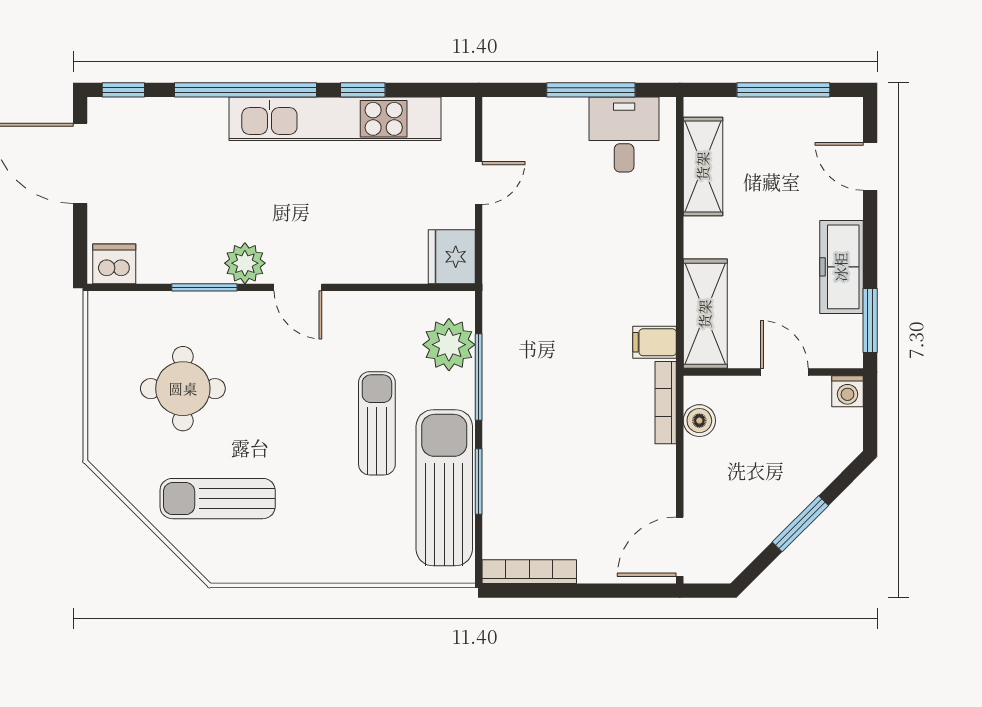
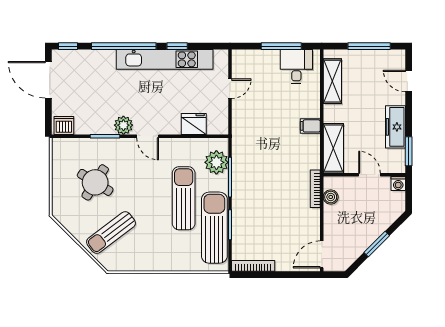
fridge: (452, 257) -> (194, 124), moved, turned 90
filing cabinet: (655, 342) -> (310, 126), moved
round table: (183, 389) -> (95, 182), turned 32
sun lounger: (377, 423) -> (184, 198), width x1.36, depth x1.34
sun lounger: (218, 499) -> (111, 233), turned -37

